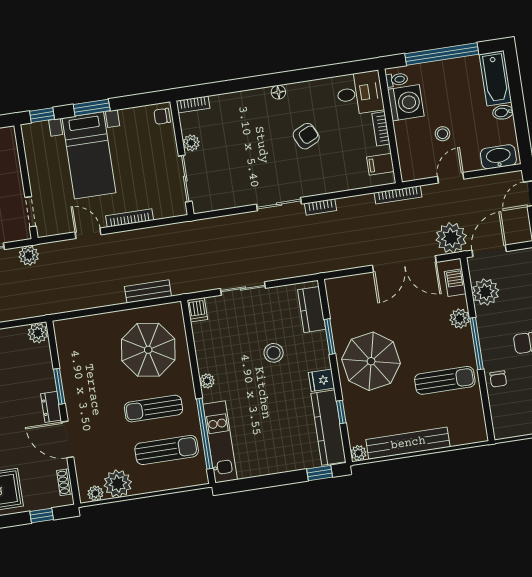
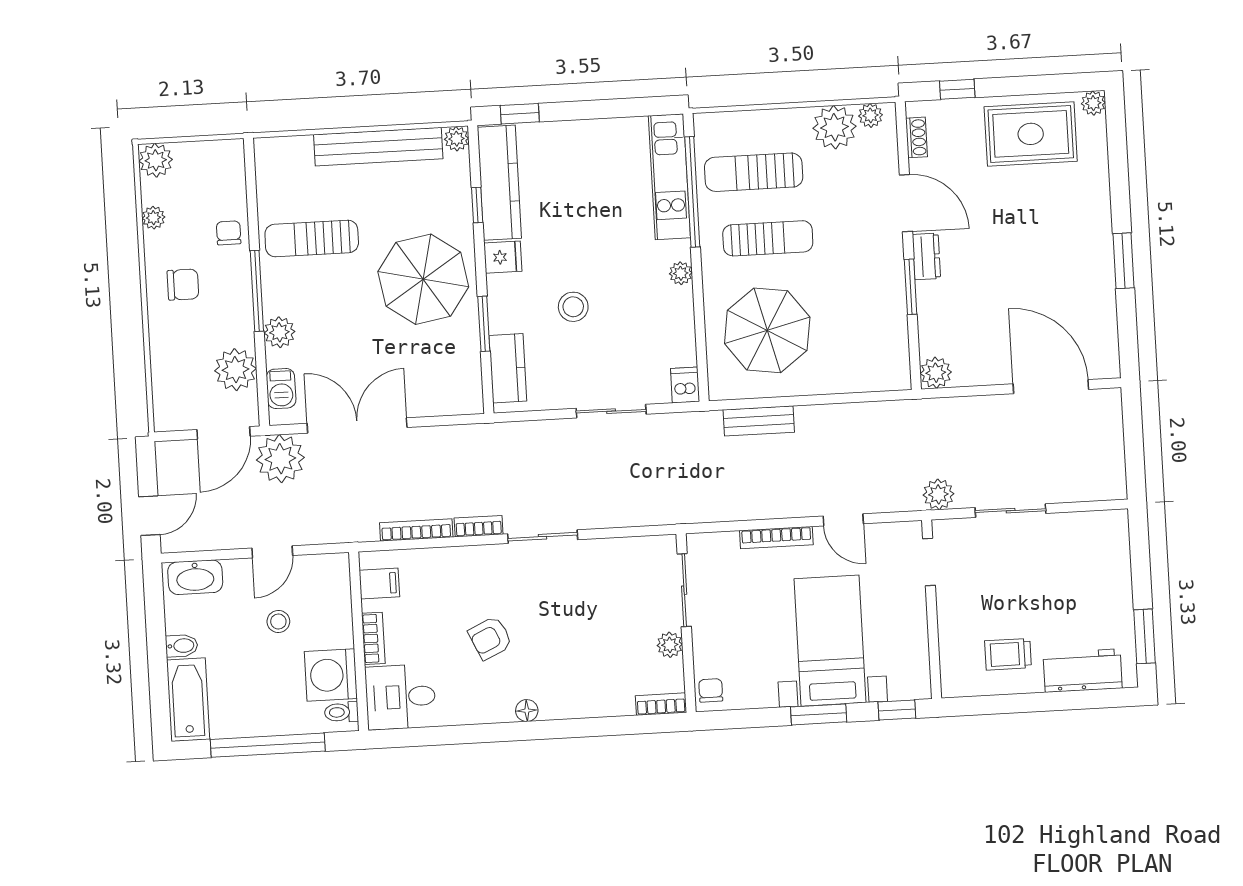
chair: (162, 116) -> (711, 690), turned -90
bookcase: (398, 195) -> (416, 530), moved

